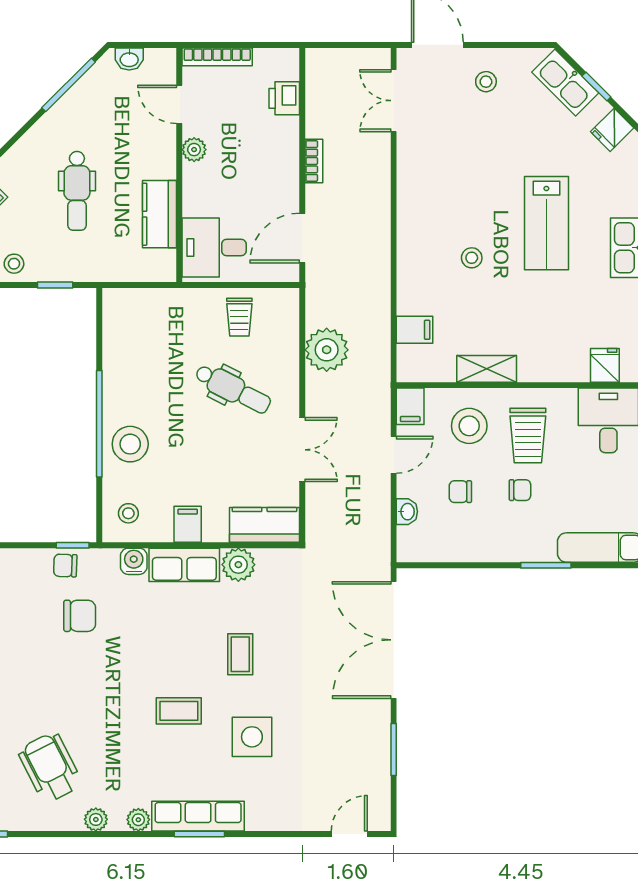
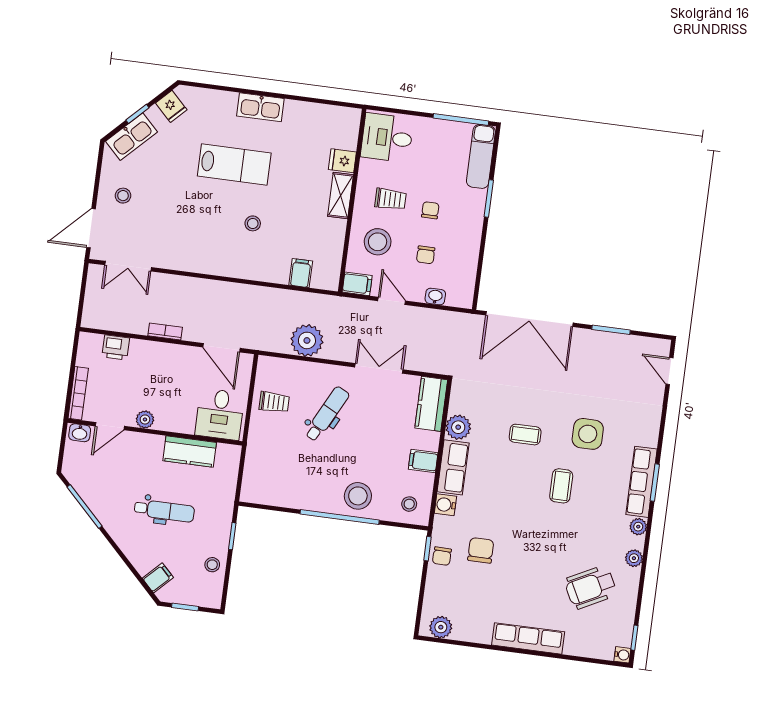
washbasin: (129, 59) -> (80, 433), moved, turned 90
fridge: (605, 365) -> (342, 161), moved
shelving: (487, 369) -> (340, 196), moved
trolley: (528, 436) -> (390, 199), width x0.73, depth x0.72

